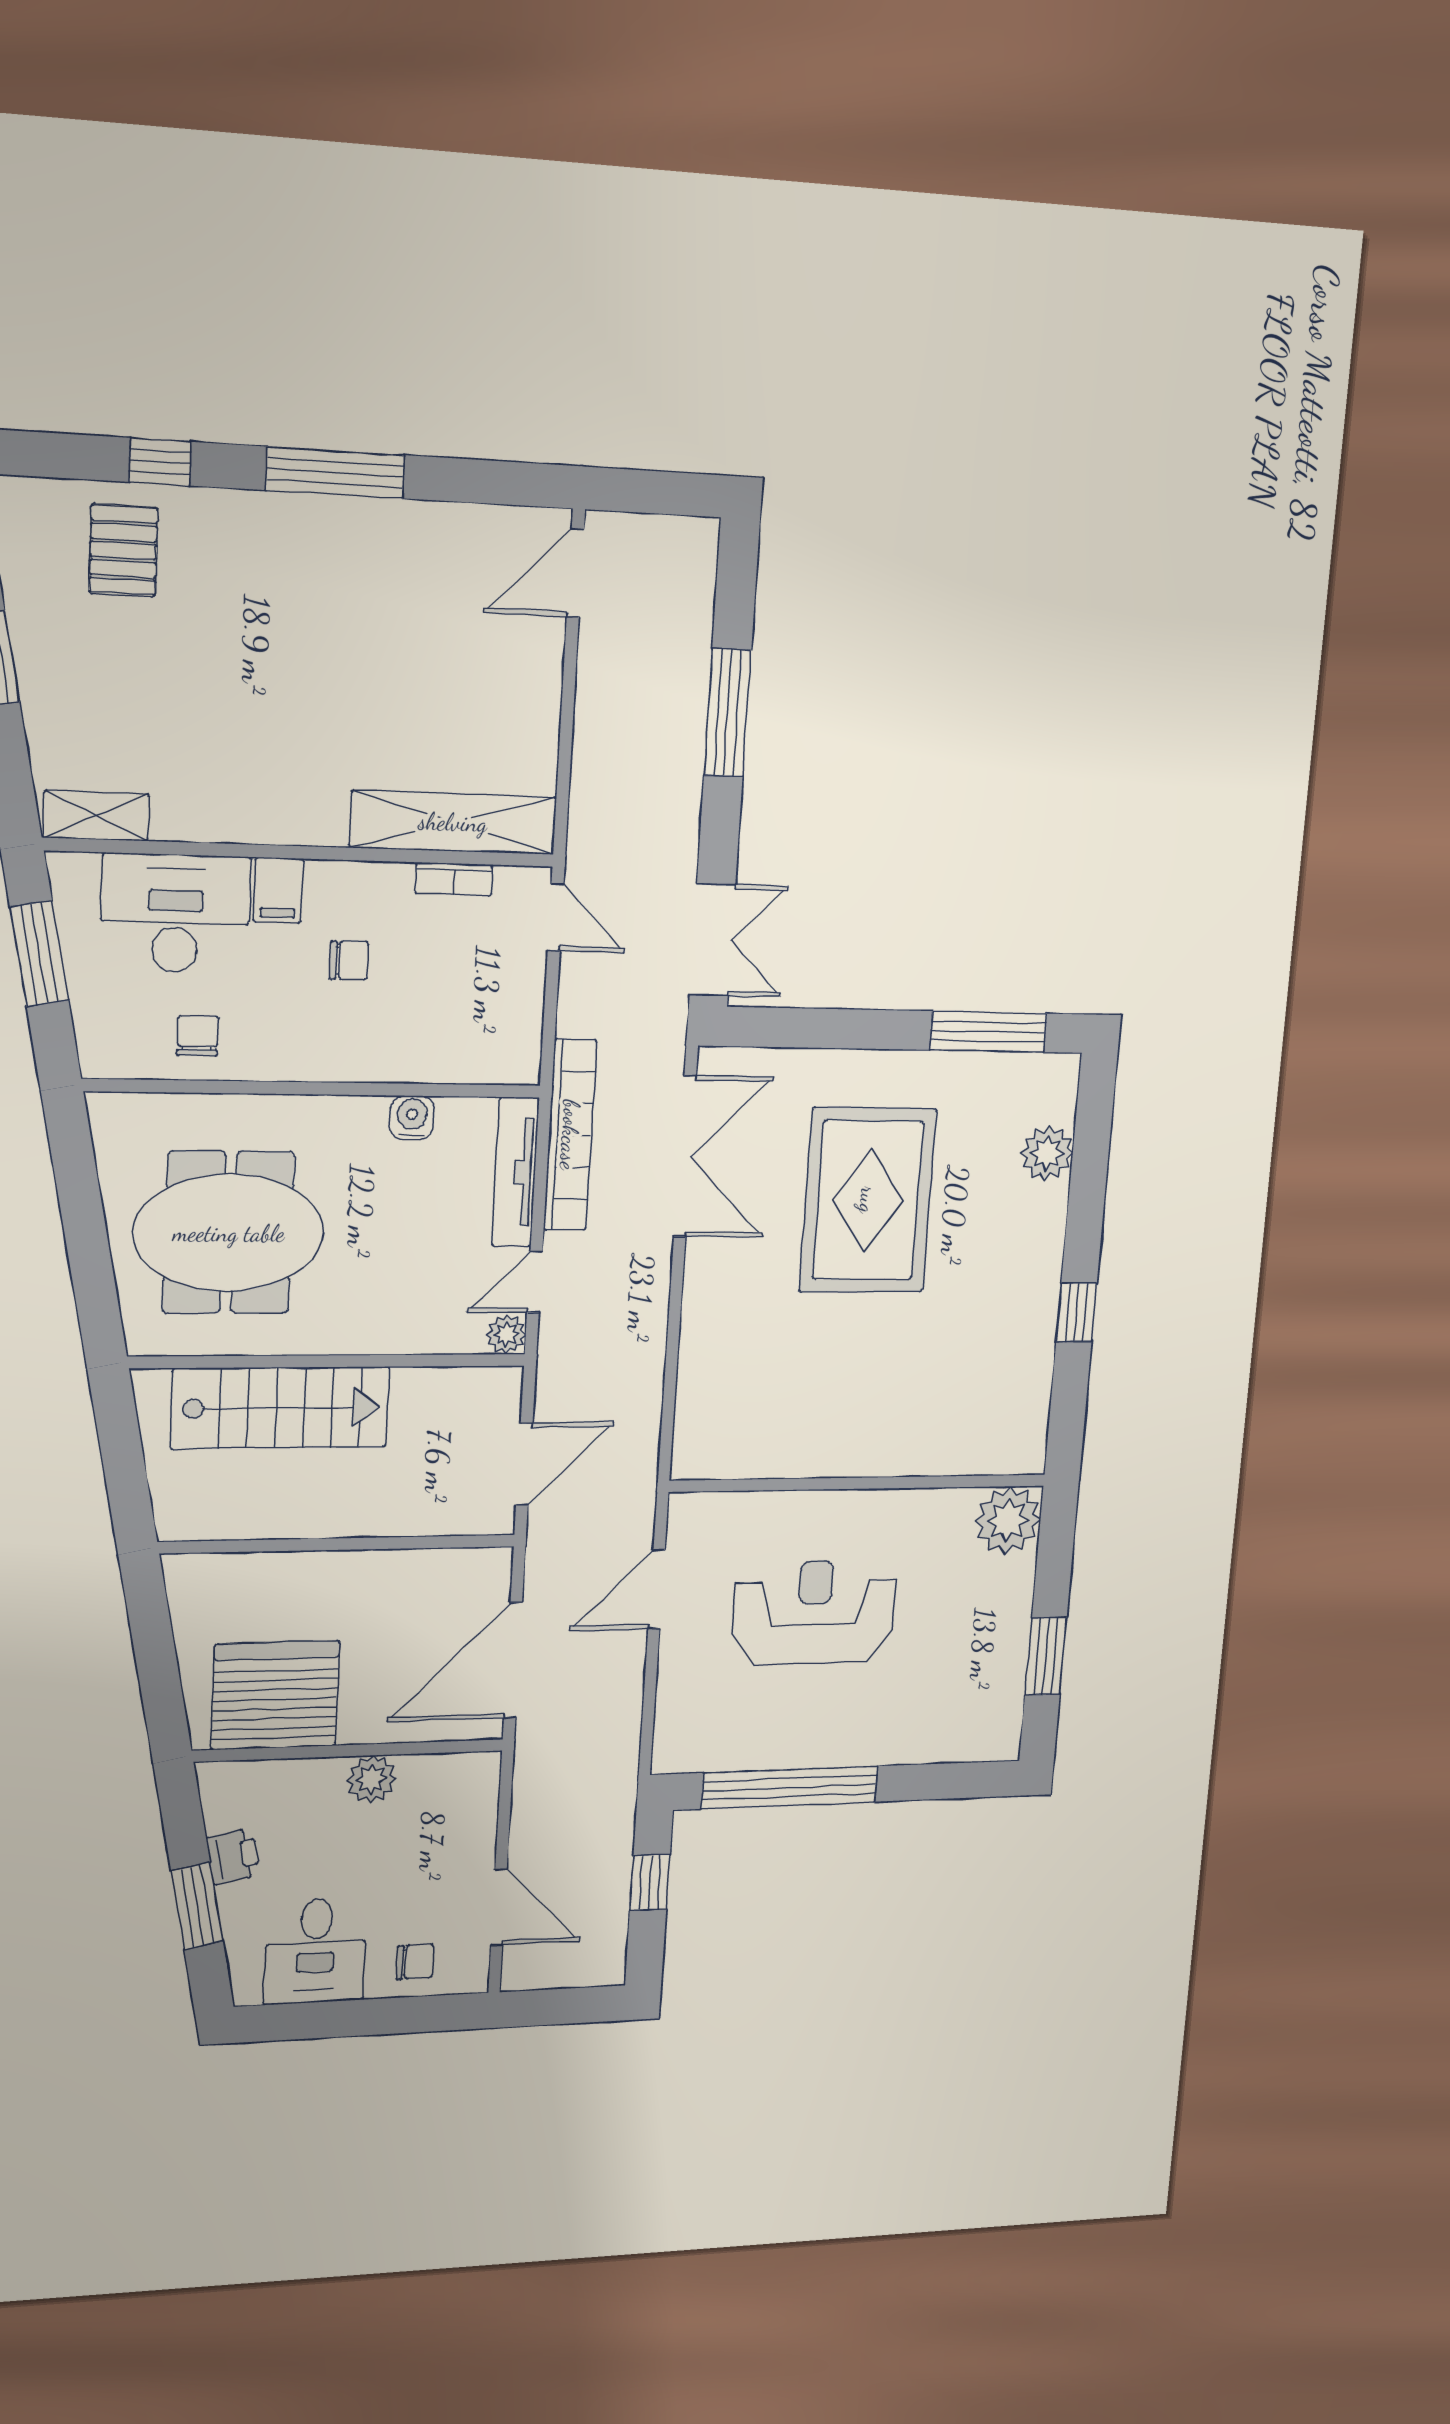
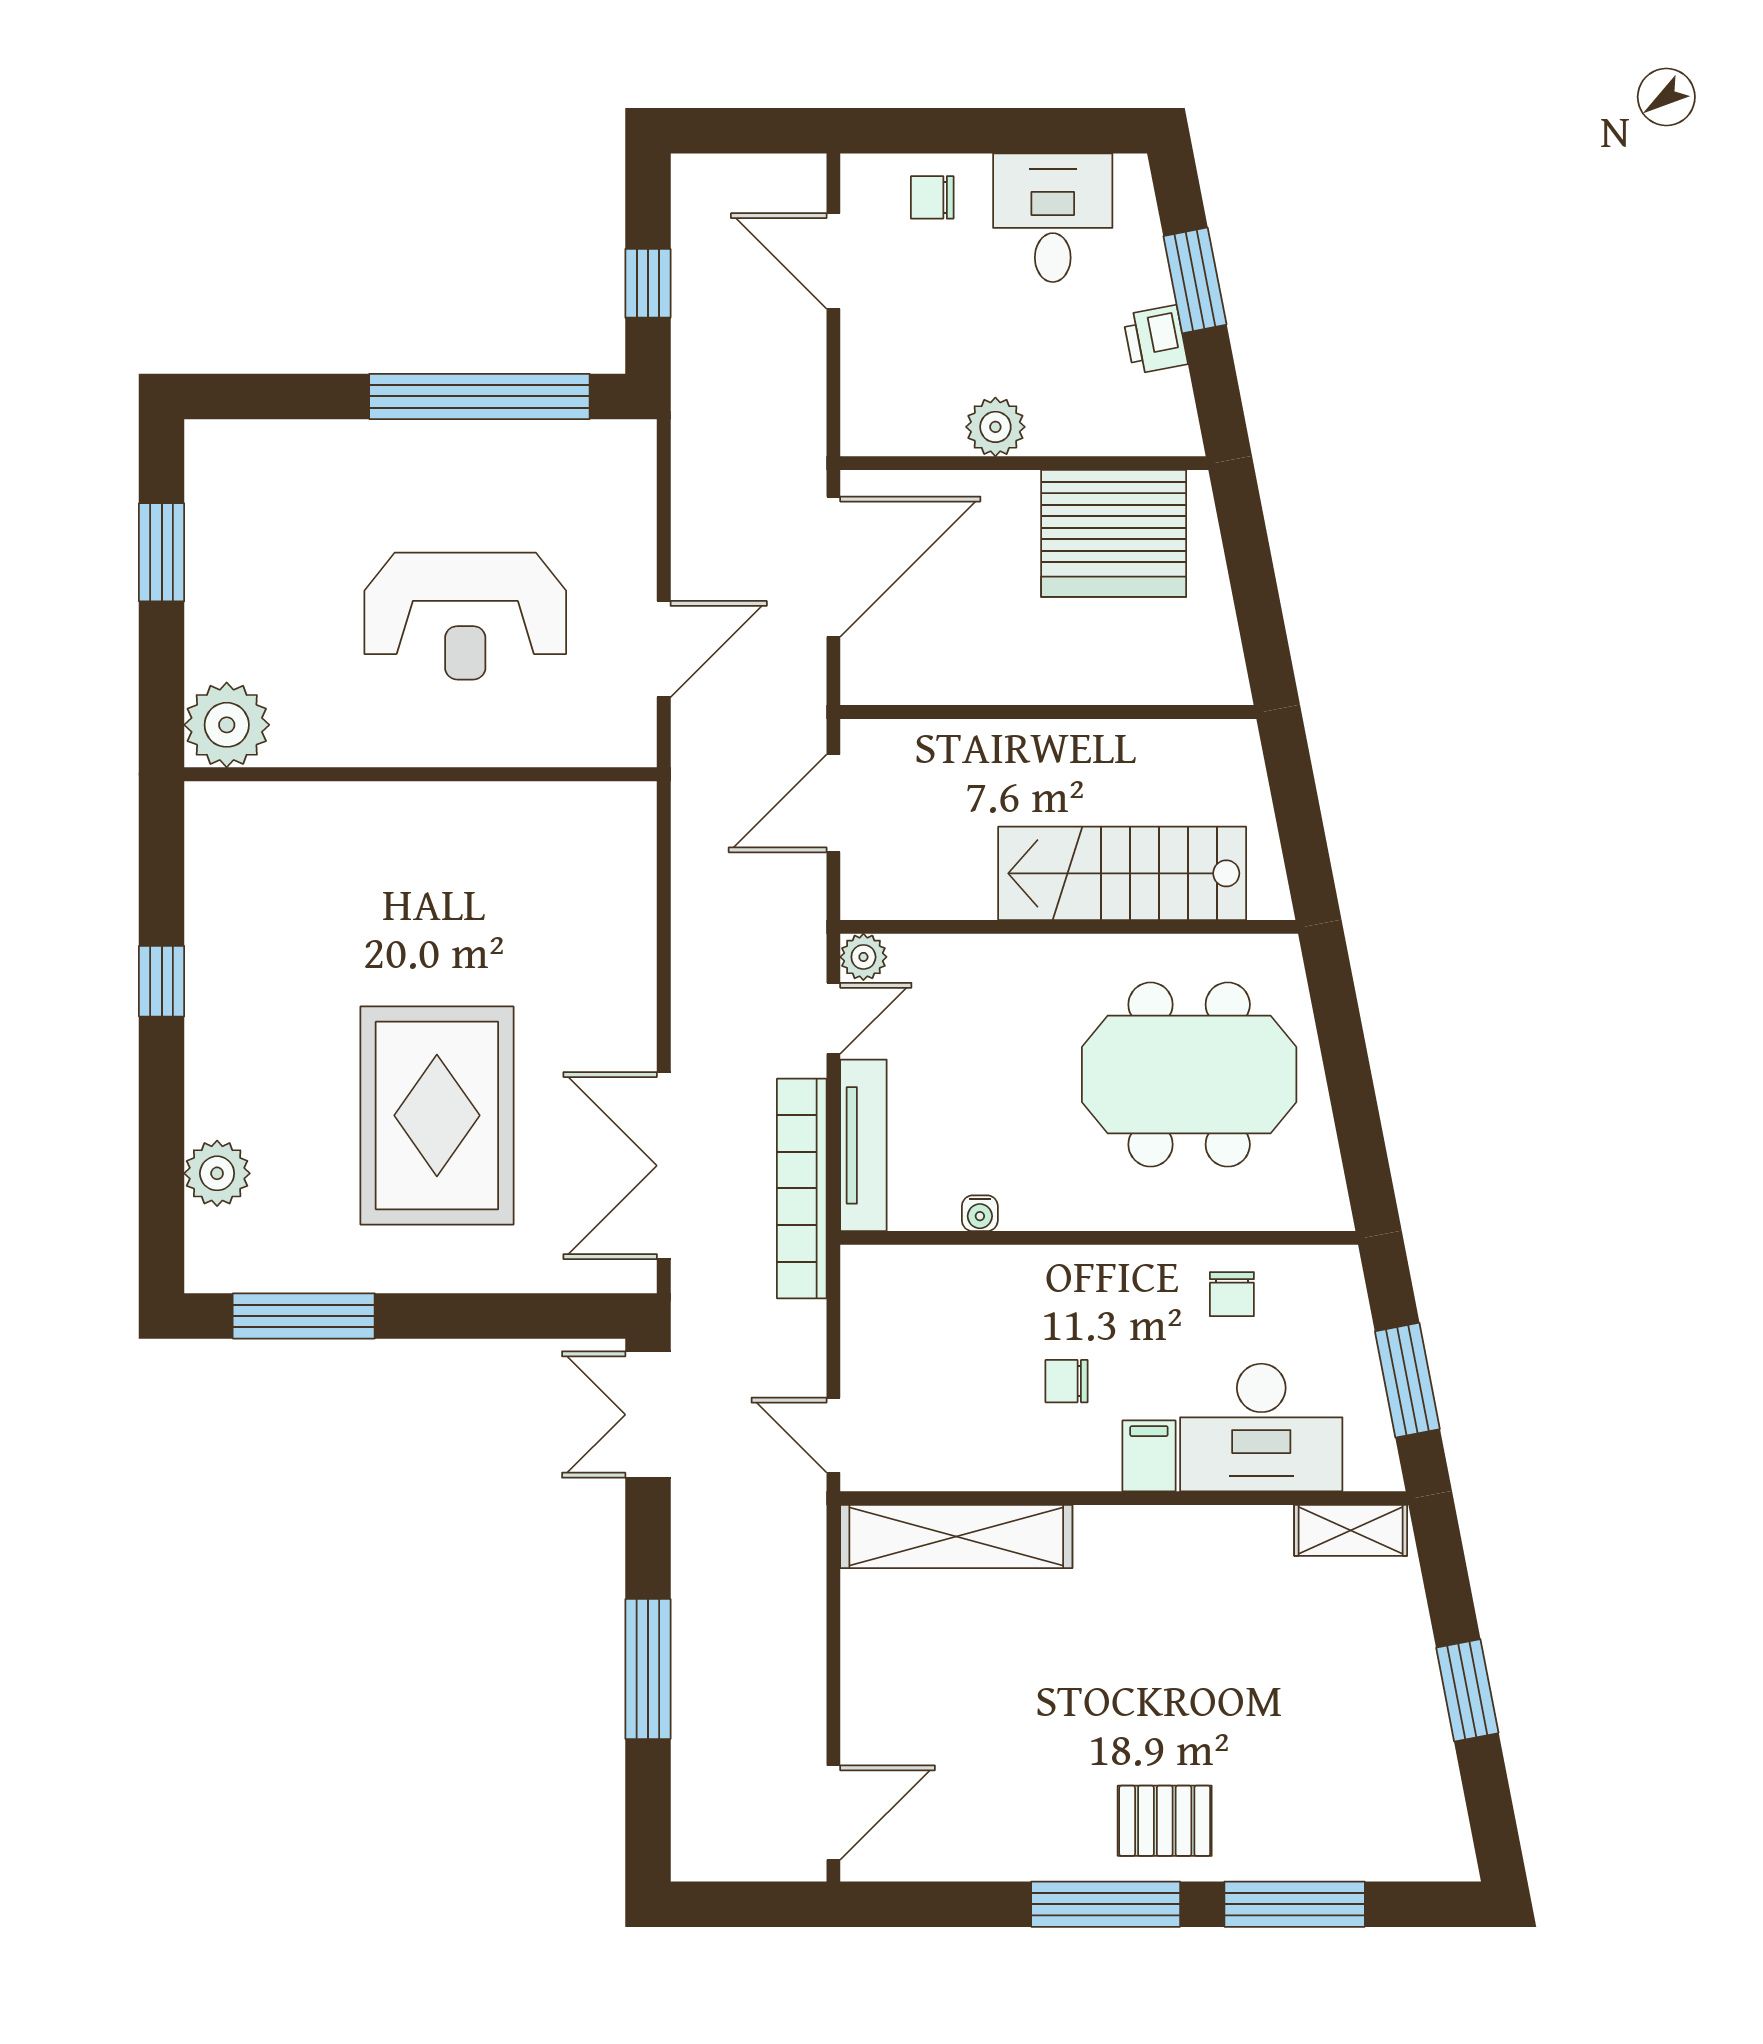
window: (160, 462) -> (1295, 1904), width x2.17
pallet: (123, 550) -> (1165, 1821), moved, turned 90
bookcase: (454, 879) -> (952, 1474), removed
water cooler: (412, 1118) -> (980, 1213), width x0.72, depth x0.72

